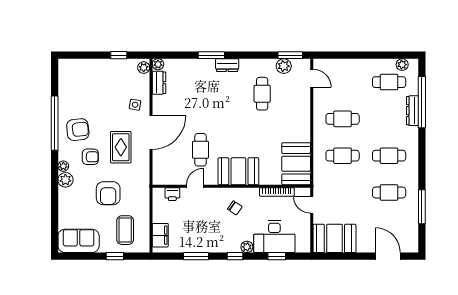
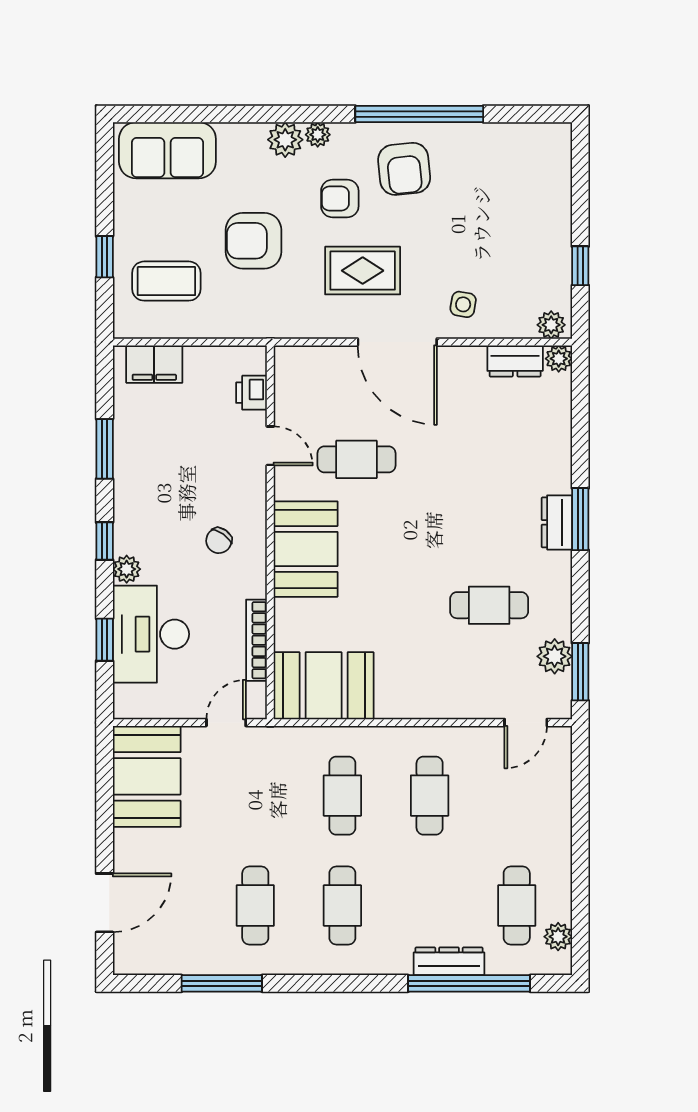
window: (211, 55) -> (580, 519), moved
armchair: (90, 157) -> (340, 199), turned 90
sofa: (79, 241) -> (167, 150), moved, turned 90

